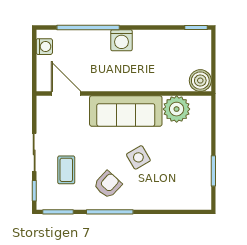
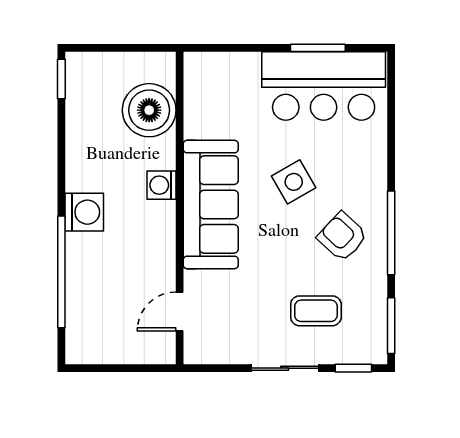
washing machine: (44, 47) -> (162, 185), moved, turned -90
boiler: (200, 81) -> (149, 110), moved, width x1.37, depth x1.37
door: (66, 94) -> (180, 311), width x0.73
plant: (177, 109) -> (207, 114), removed
bar counter: (192, 174) -> (324, 86), added

